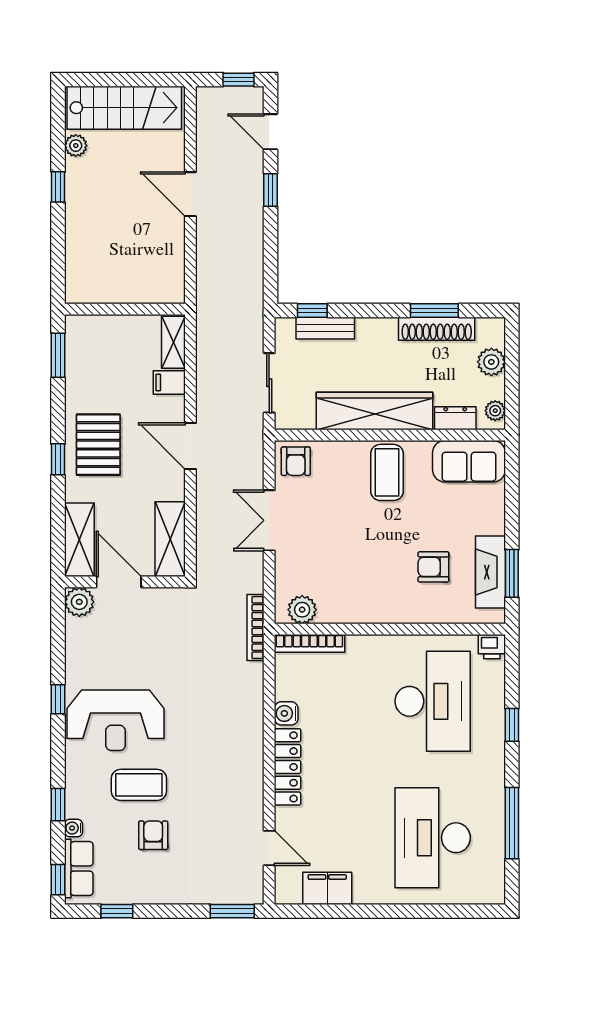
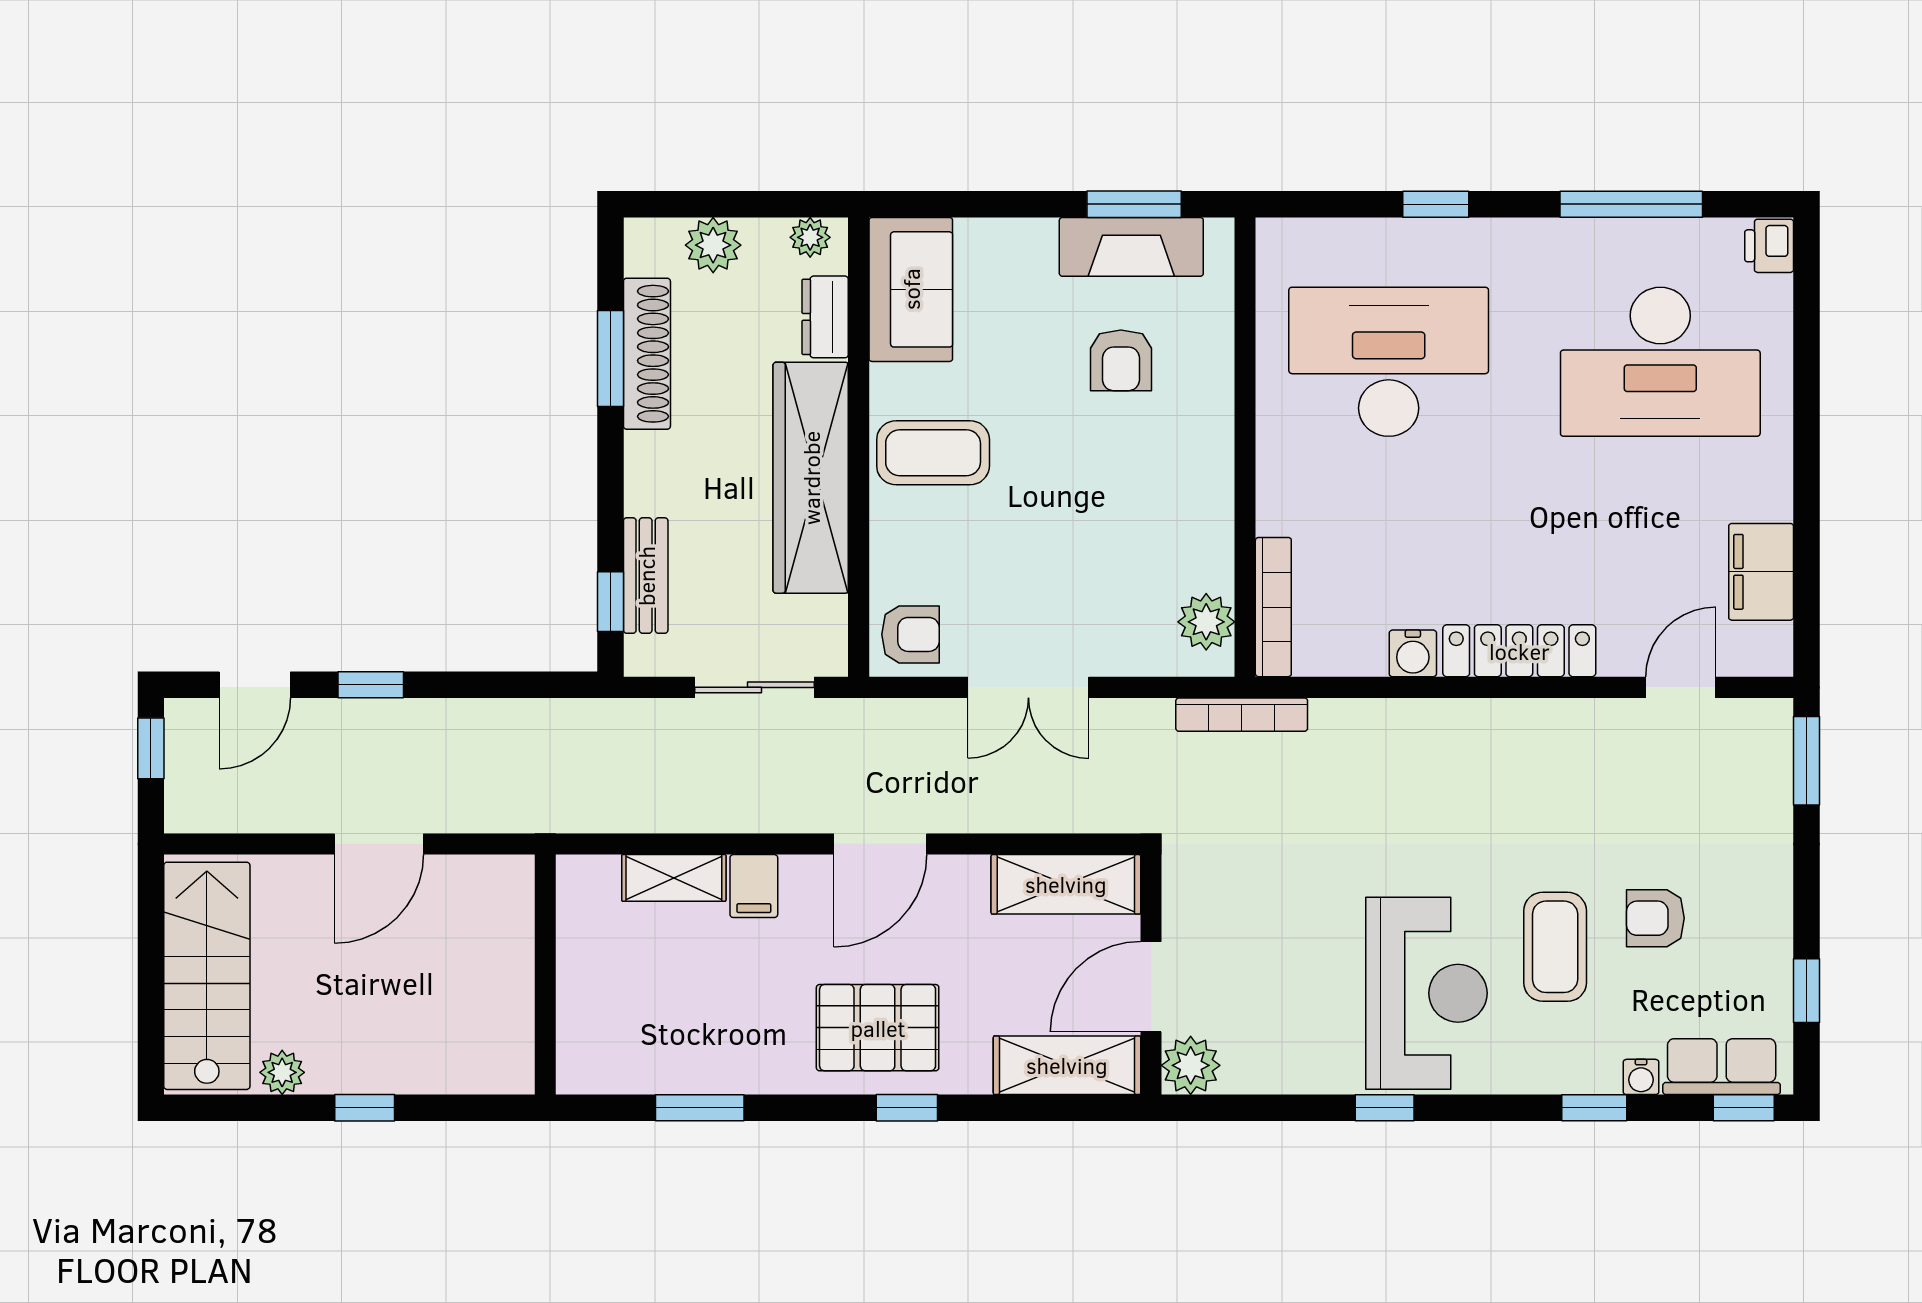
wall: (125, 309) -> (545, 975), moved
printer: (492, 647) -> (1769, 246), moved, turned 180

